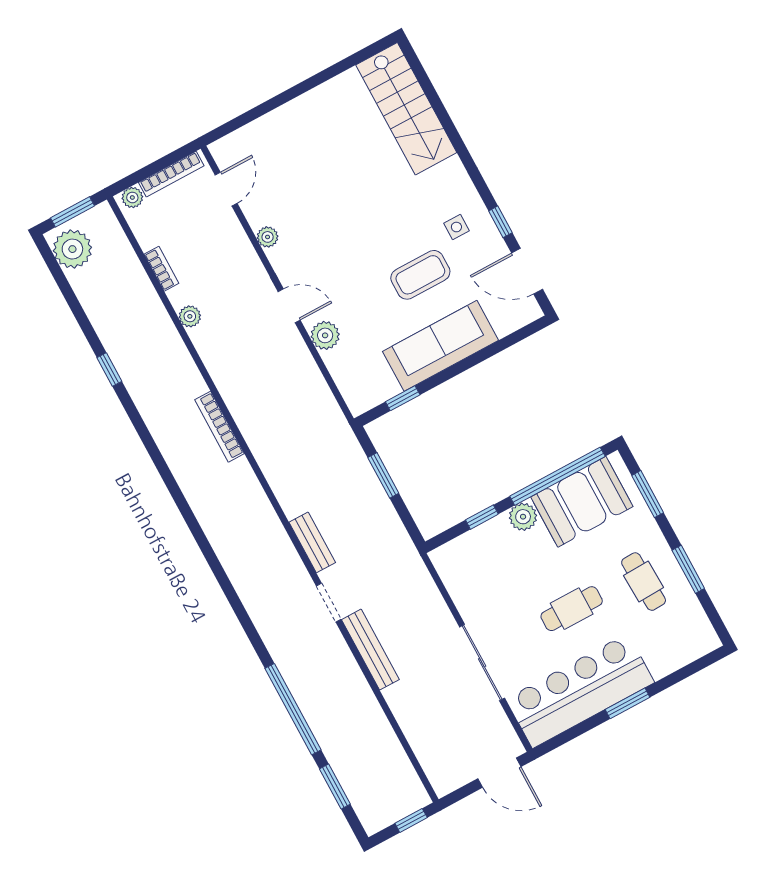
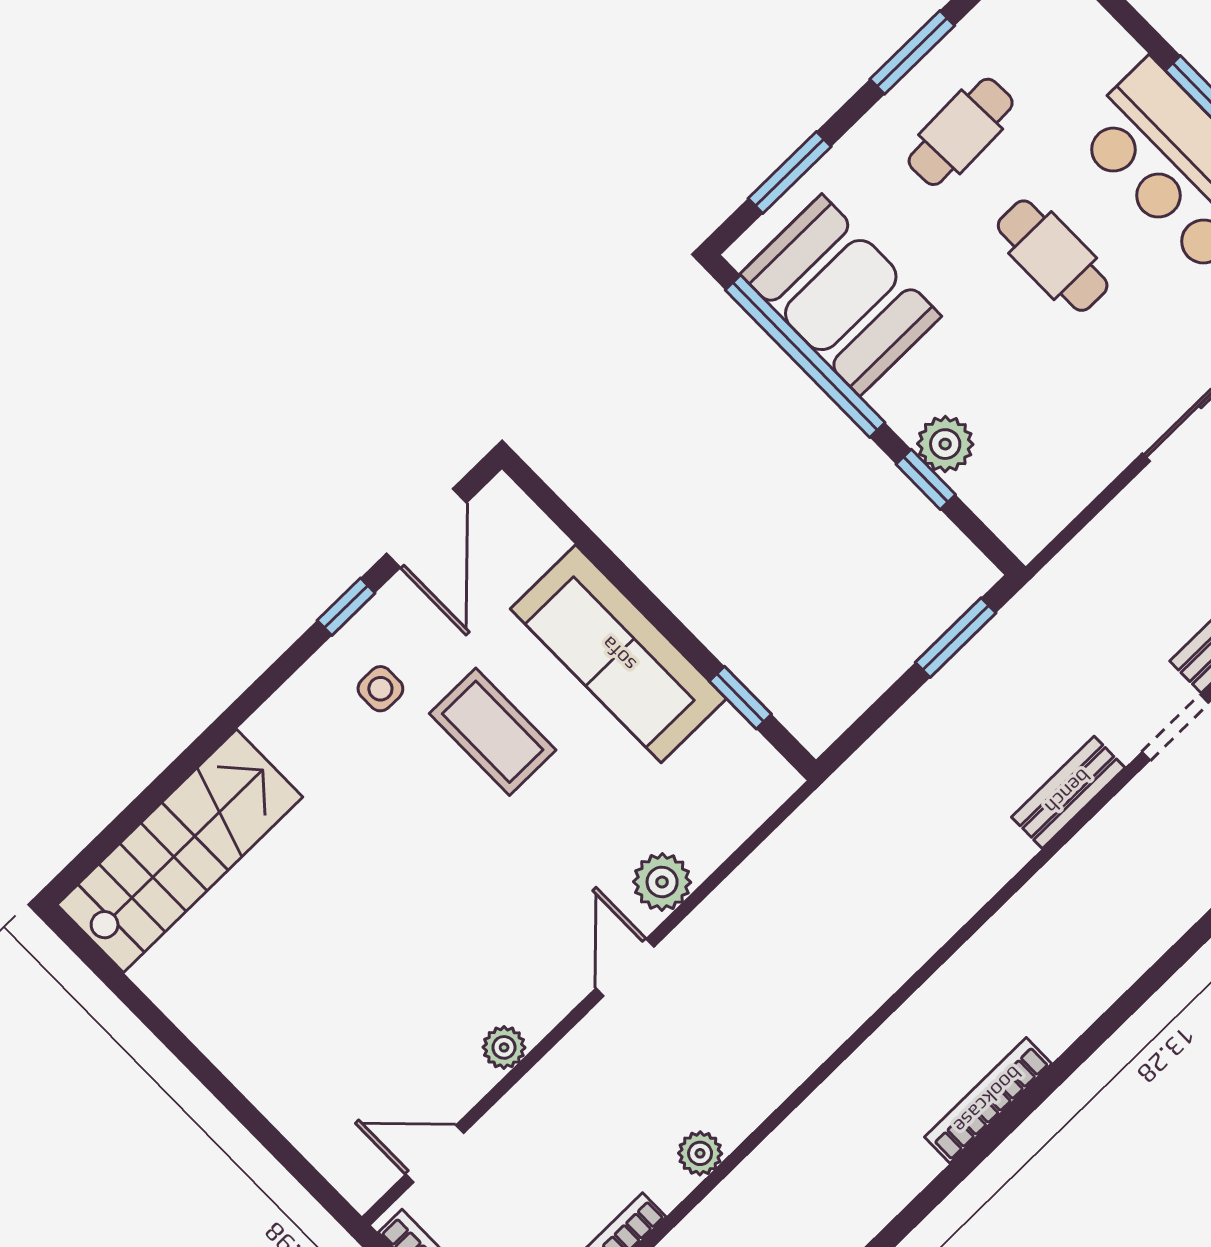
bookcase: (220, 427) -> (988, 1100), moved, turned 180
window: (383, 475) -> (956, 638), moved
plant: (523, 517) -> (945, 444), moved

